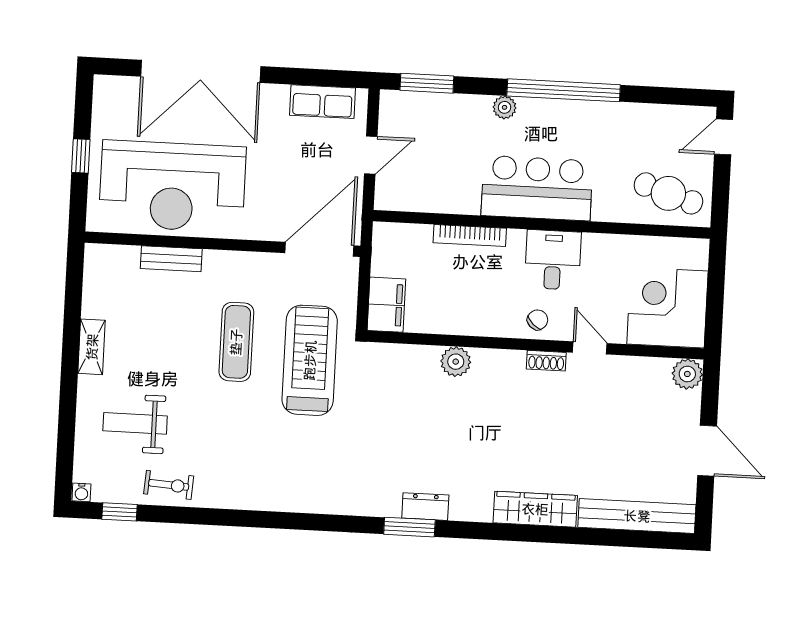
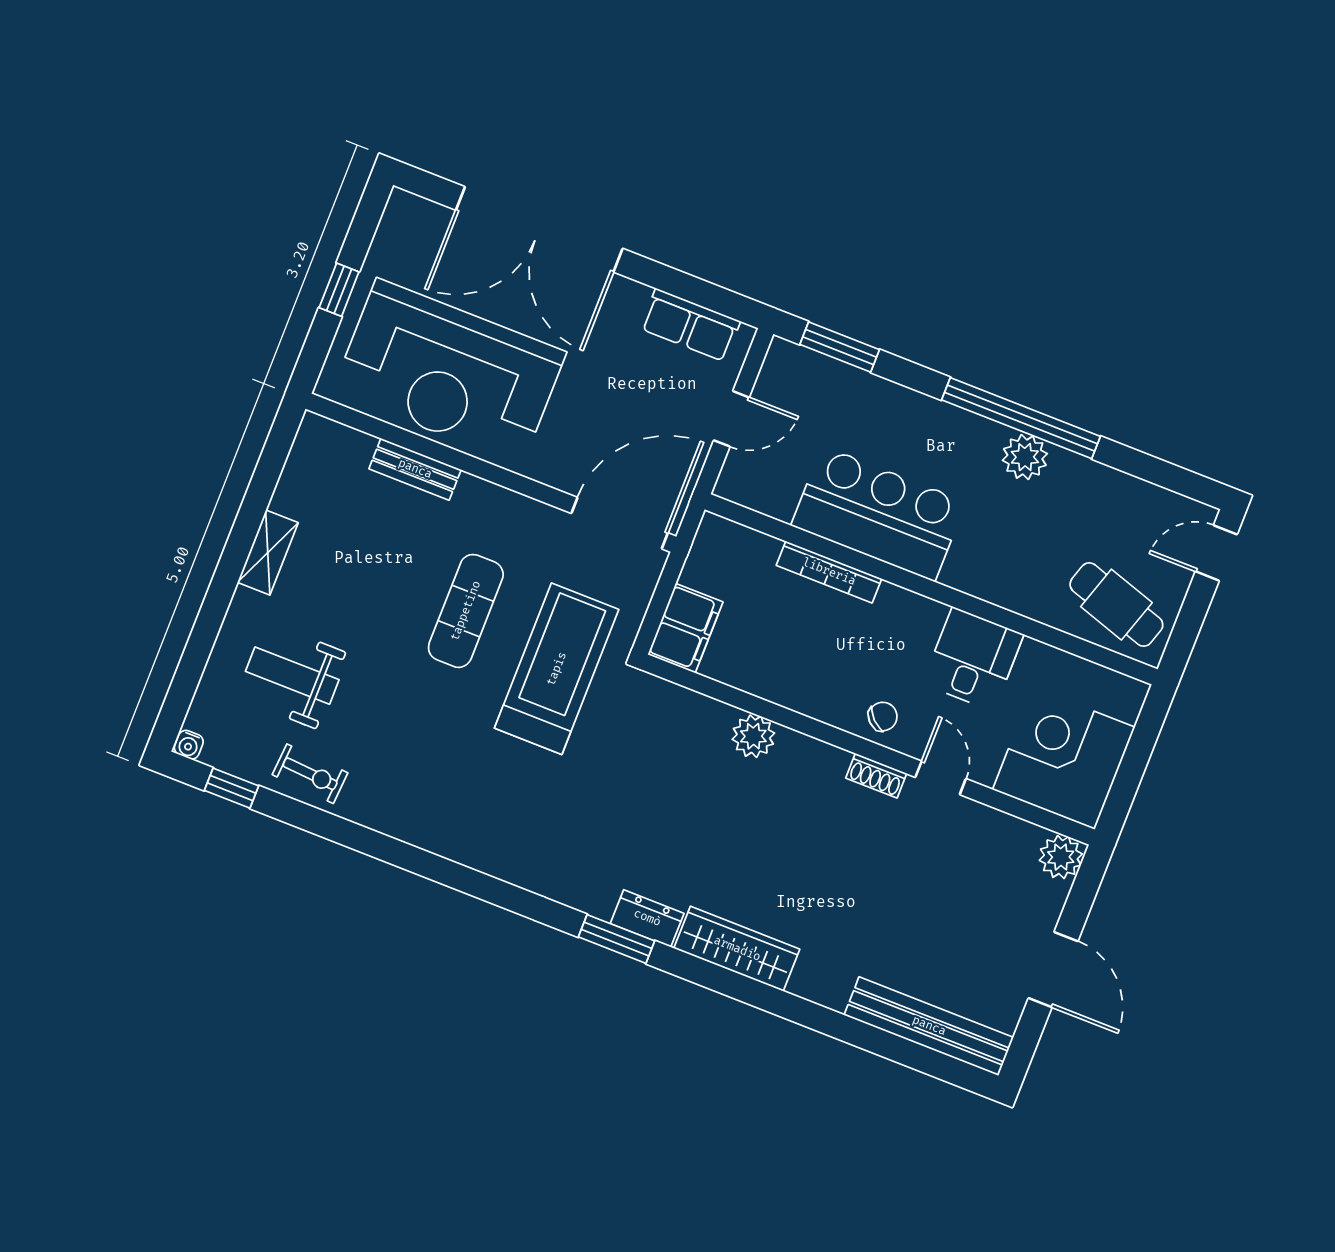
plant: (505, 107) -> (1025, 457), moved, width x1.38, depth x1.38
bar counter: (537, 188) -> (878, 514), moved
desk: (553, 260) -> (973, 659), moved
wardrobe: (535, 509) -> (737, 949), moved

